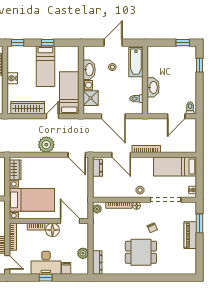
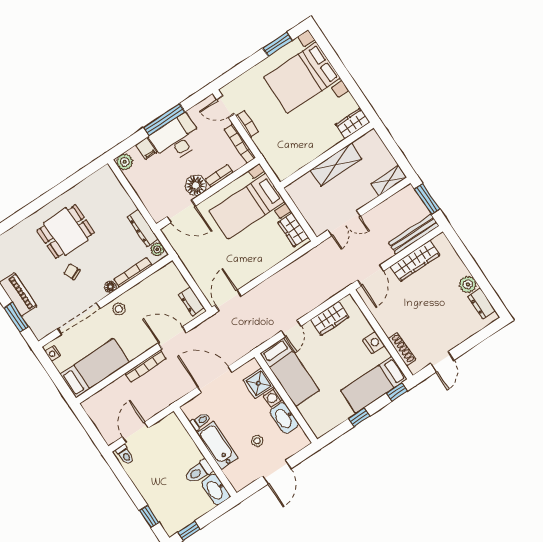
bathtub: (136, 62) -> (217, 445), moved
bed: (45, 66) -> (374, 385), moved, turned -90
toilet: (156, 71) -> (199, 472), added
washbasin: (153, 87) -> (216, 489), moved
wardrobe: (28, 108) -> (330, 318), width x0.67
plant: (46, 145) -> (275, 288), removed
door: (77, 155) -> (228, 300), hinge flipped
plant: (83, 253) -> (125, 162), moved
dresser: (97, 263) -> (143, 228), moved
window: (46, 278) -> (164, 120), width x2.17

